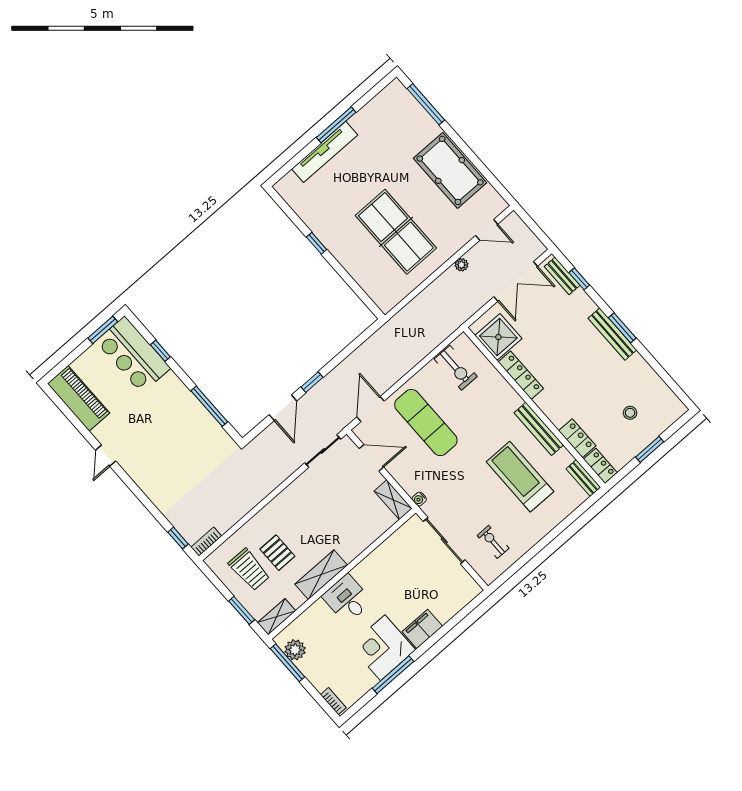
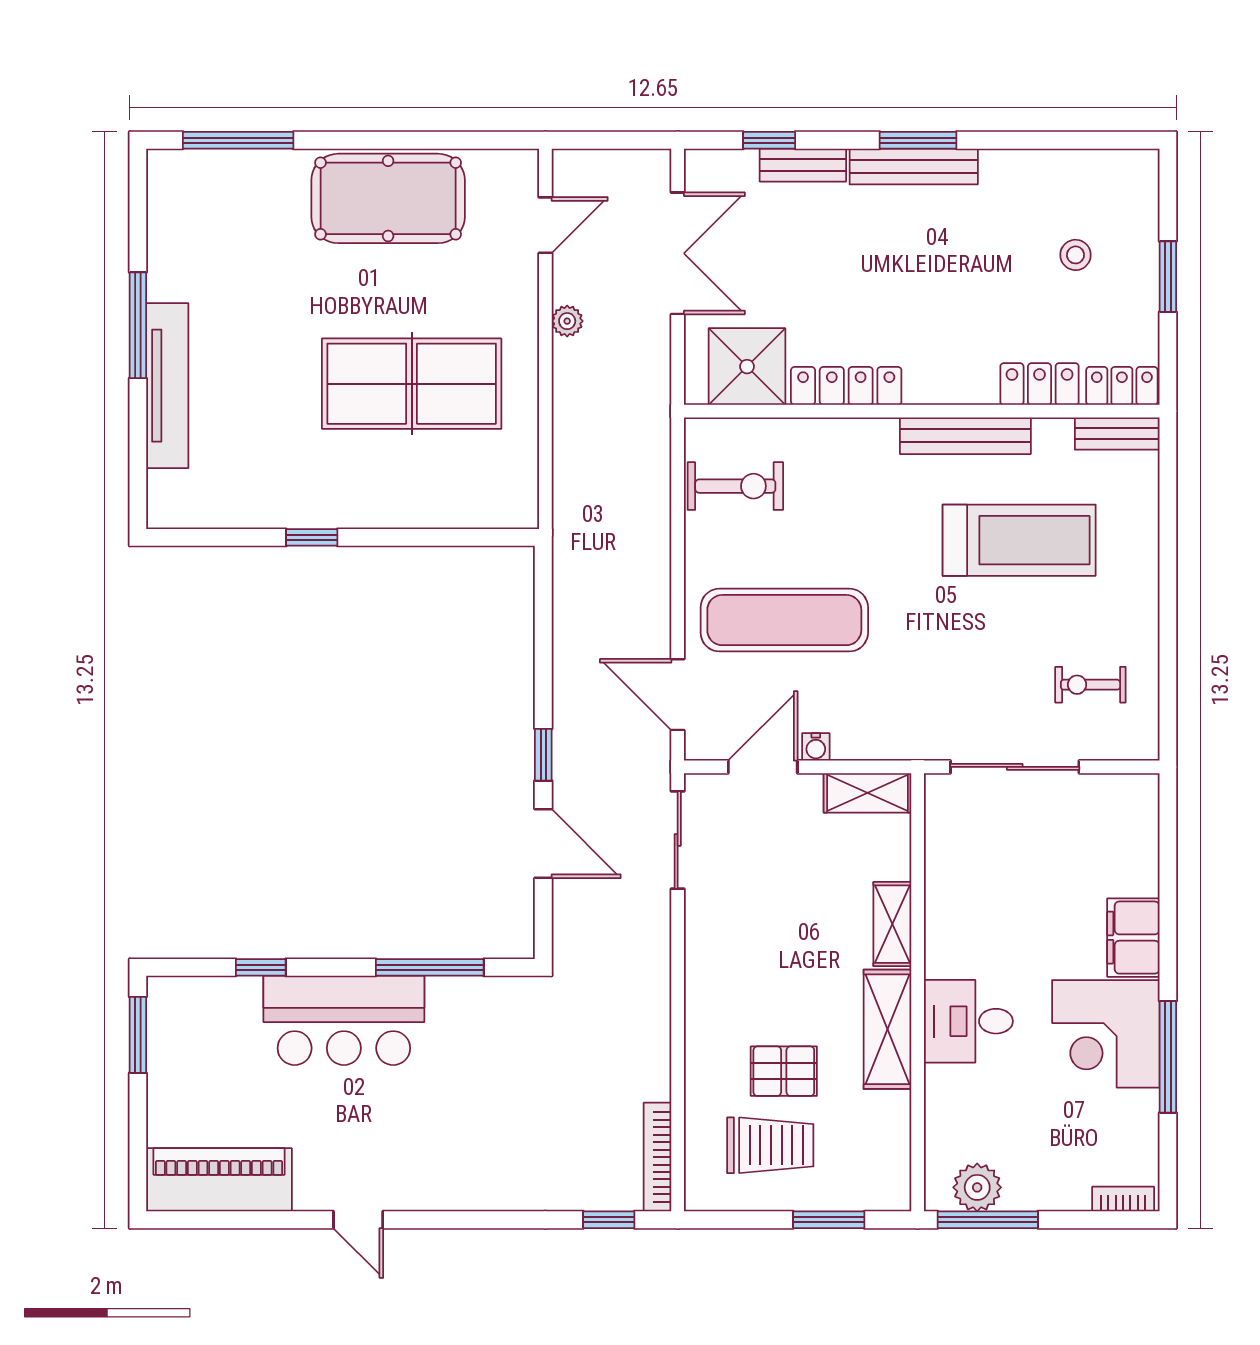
bench: (562, 276) -> (803, 165), moved
bar counter: (133, 355) -> (344, 1020), moved
treadmill: (520, 477) -> (1019, 540), turned 180
water cooler: (419, 499) -> (816, 747), moved
bookcase: (206, 542) -> (658, 1157), width x1.56
shelving: (276, 617) -> (892, 924), moved

